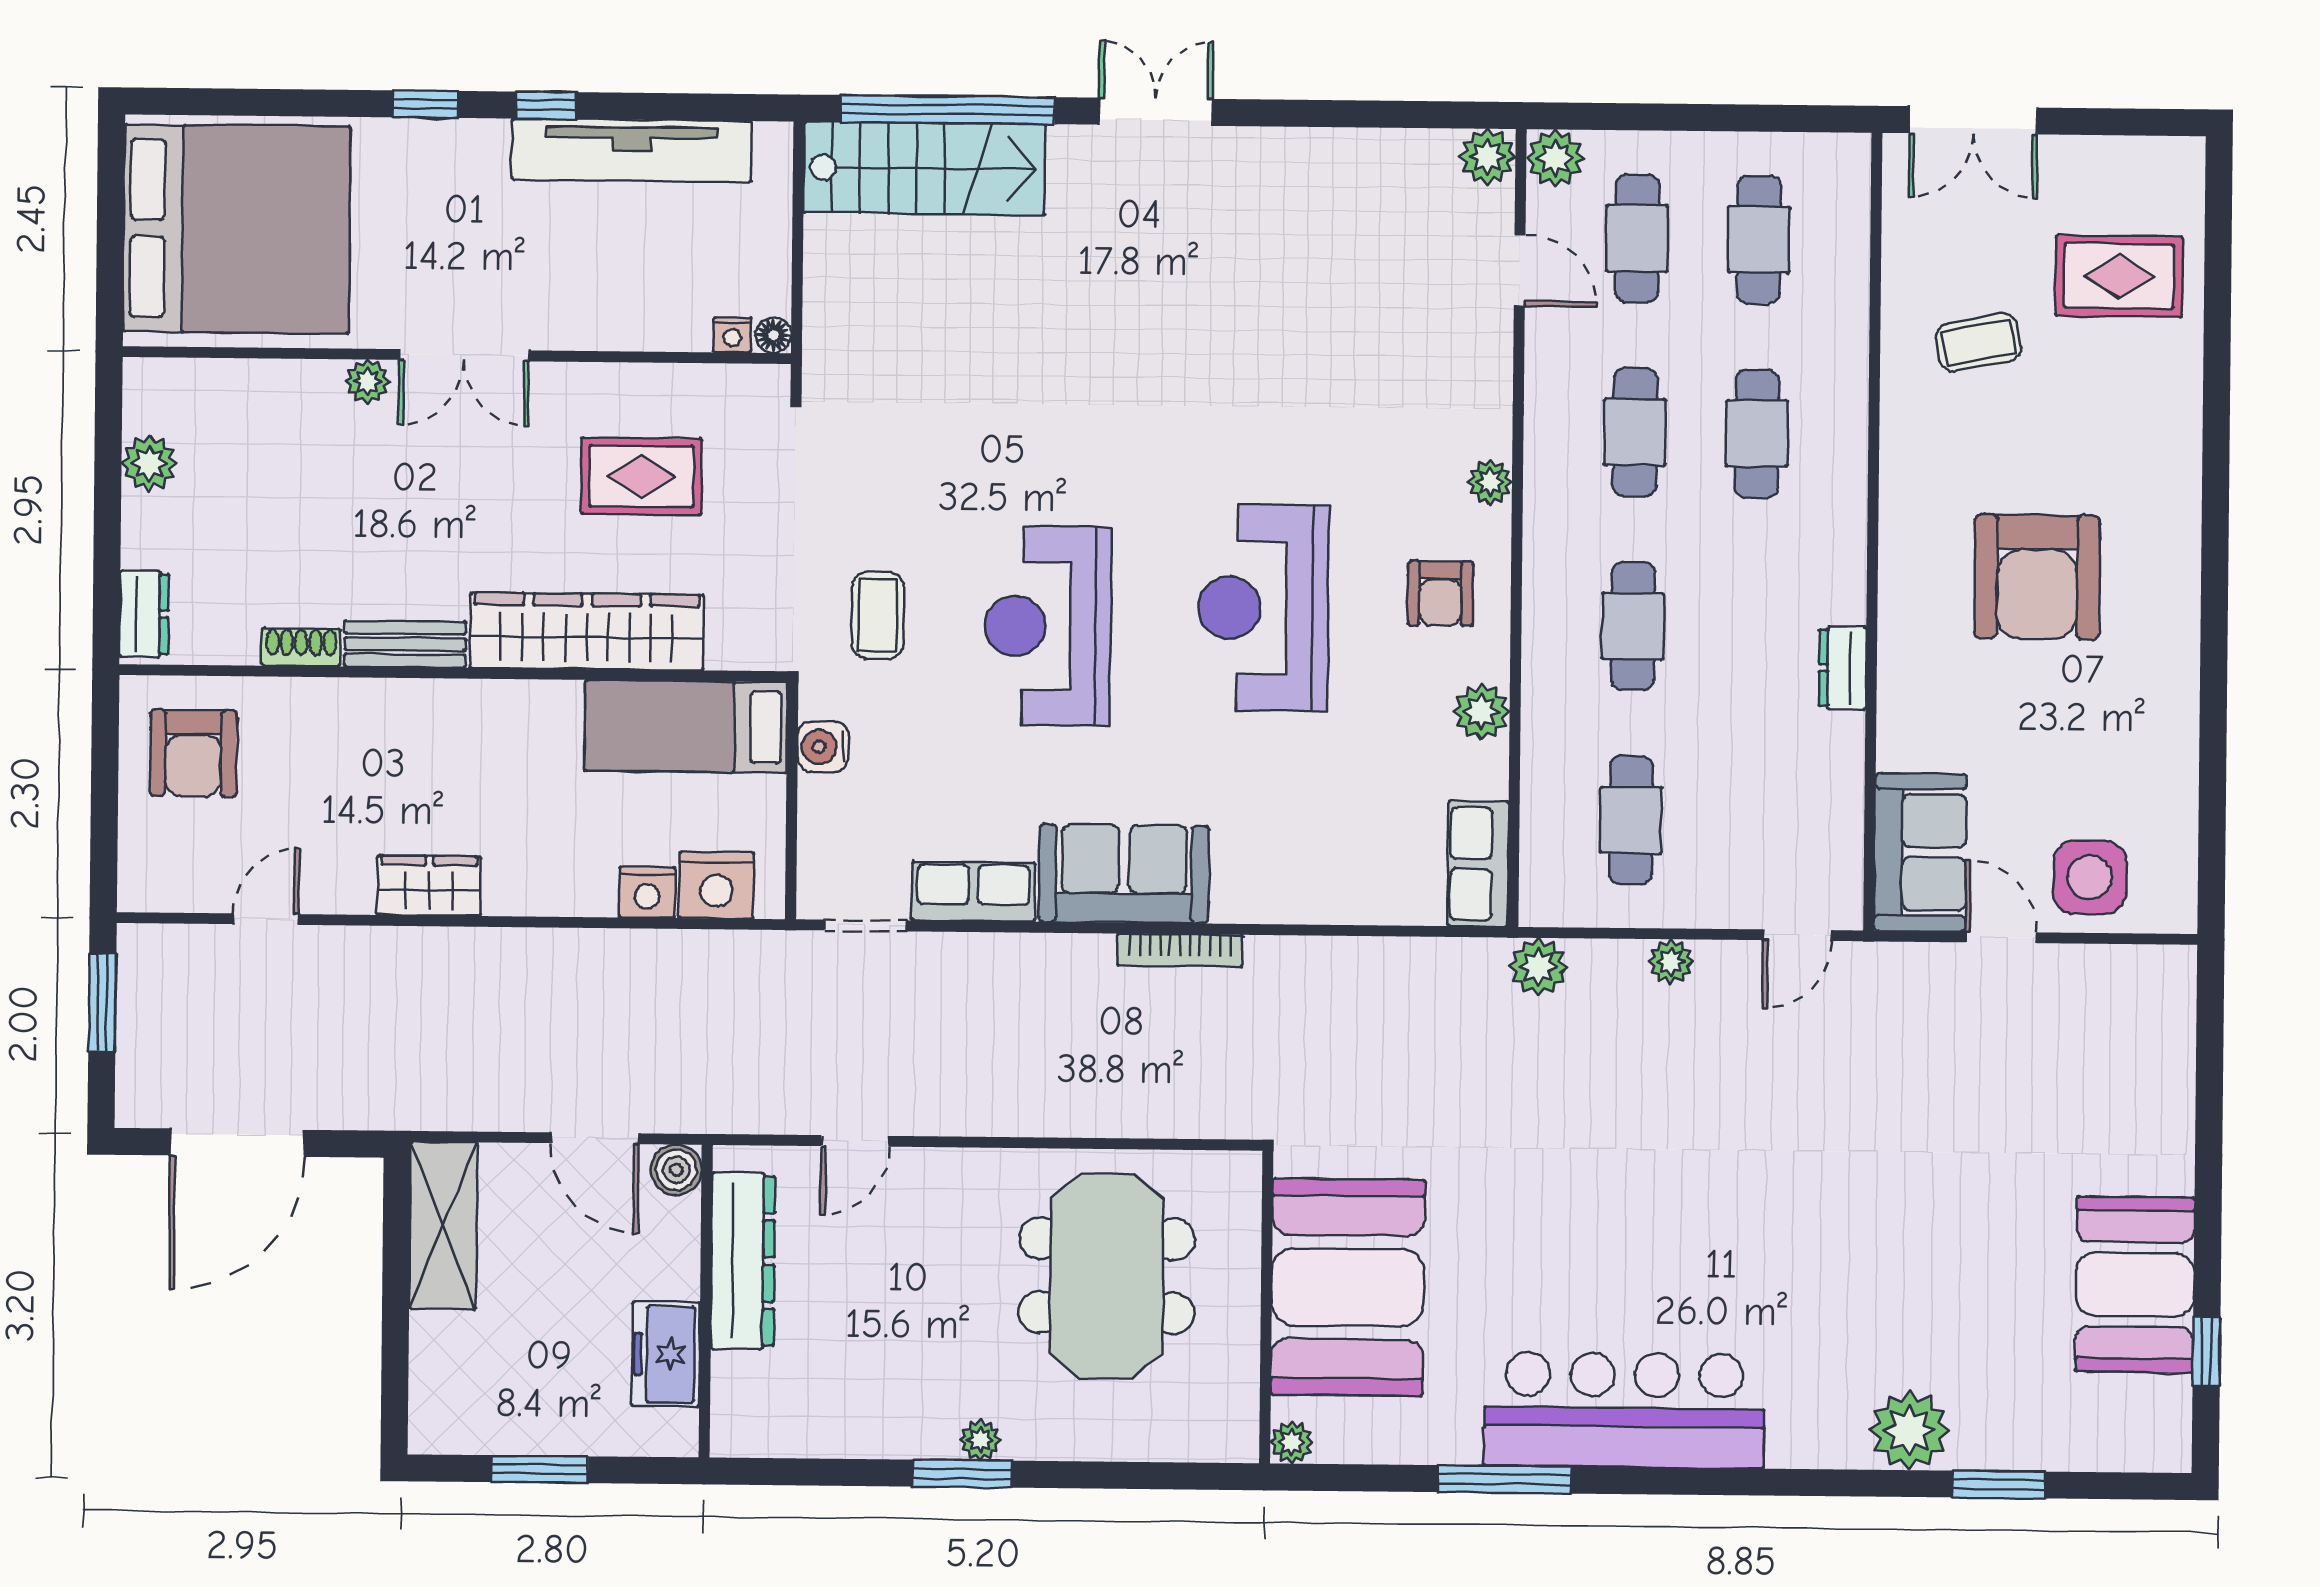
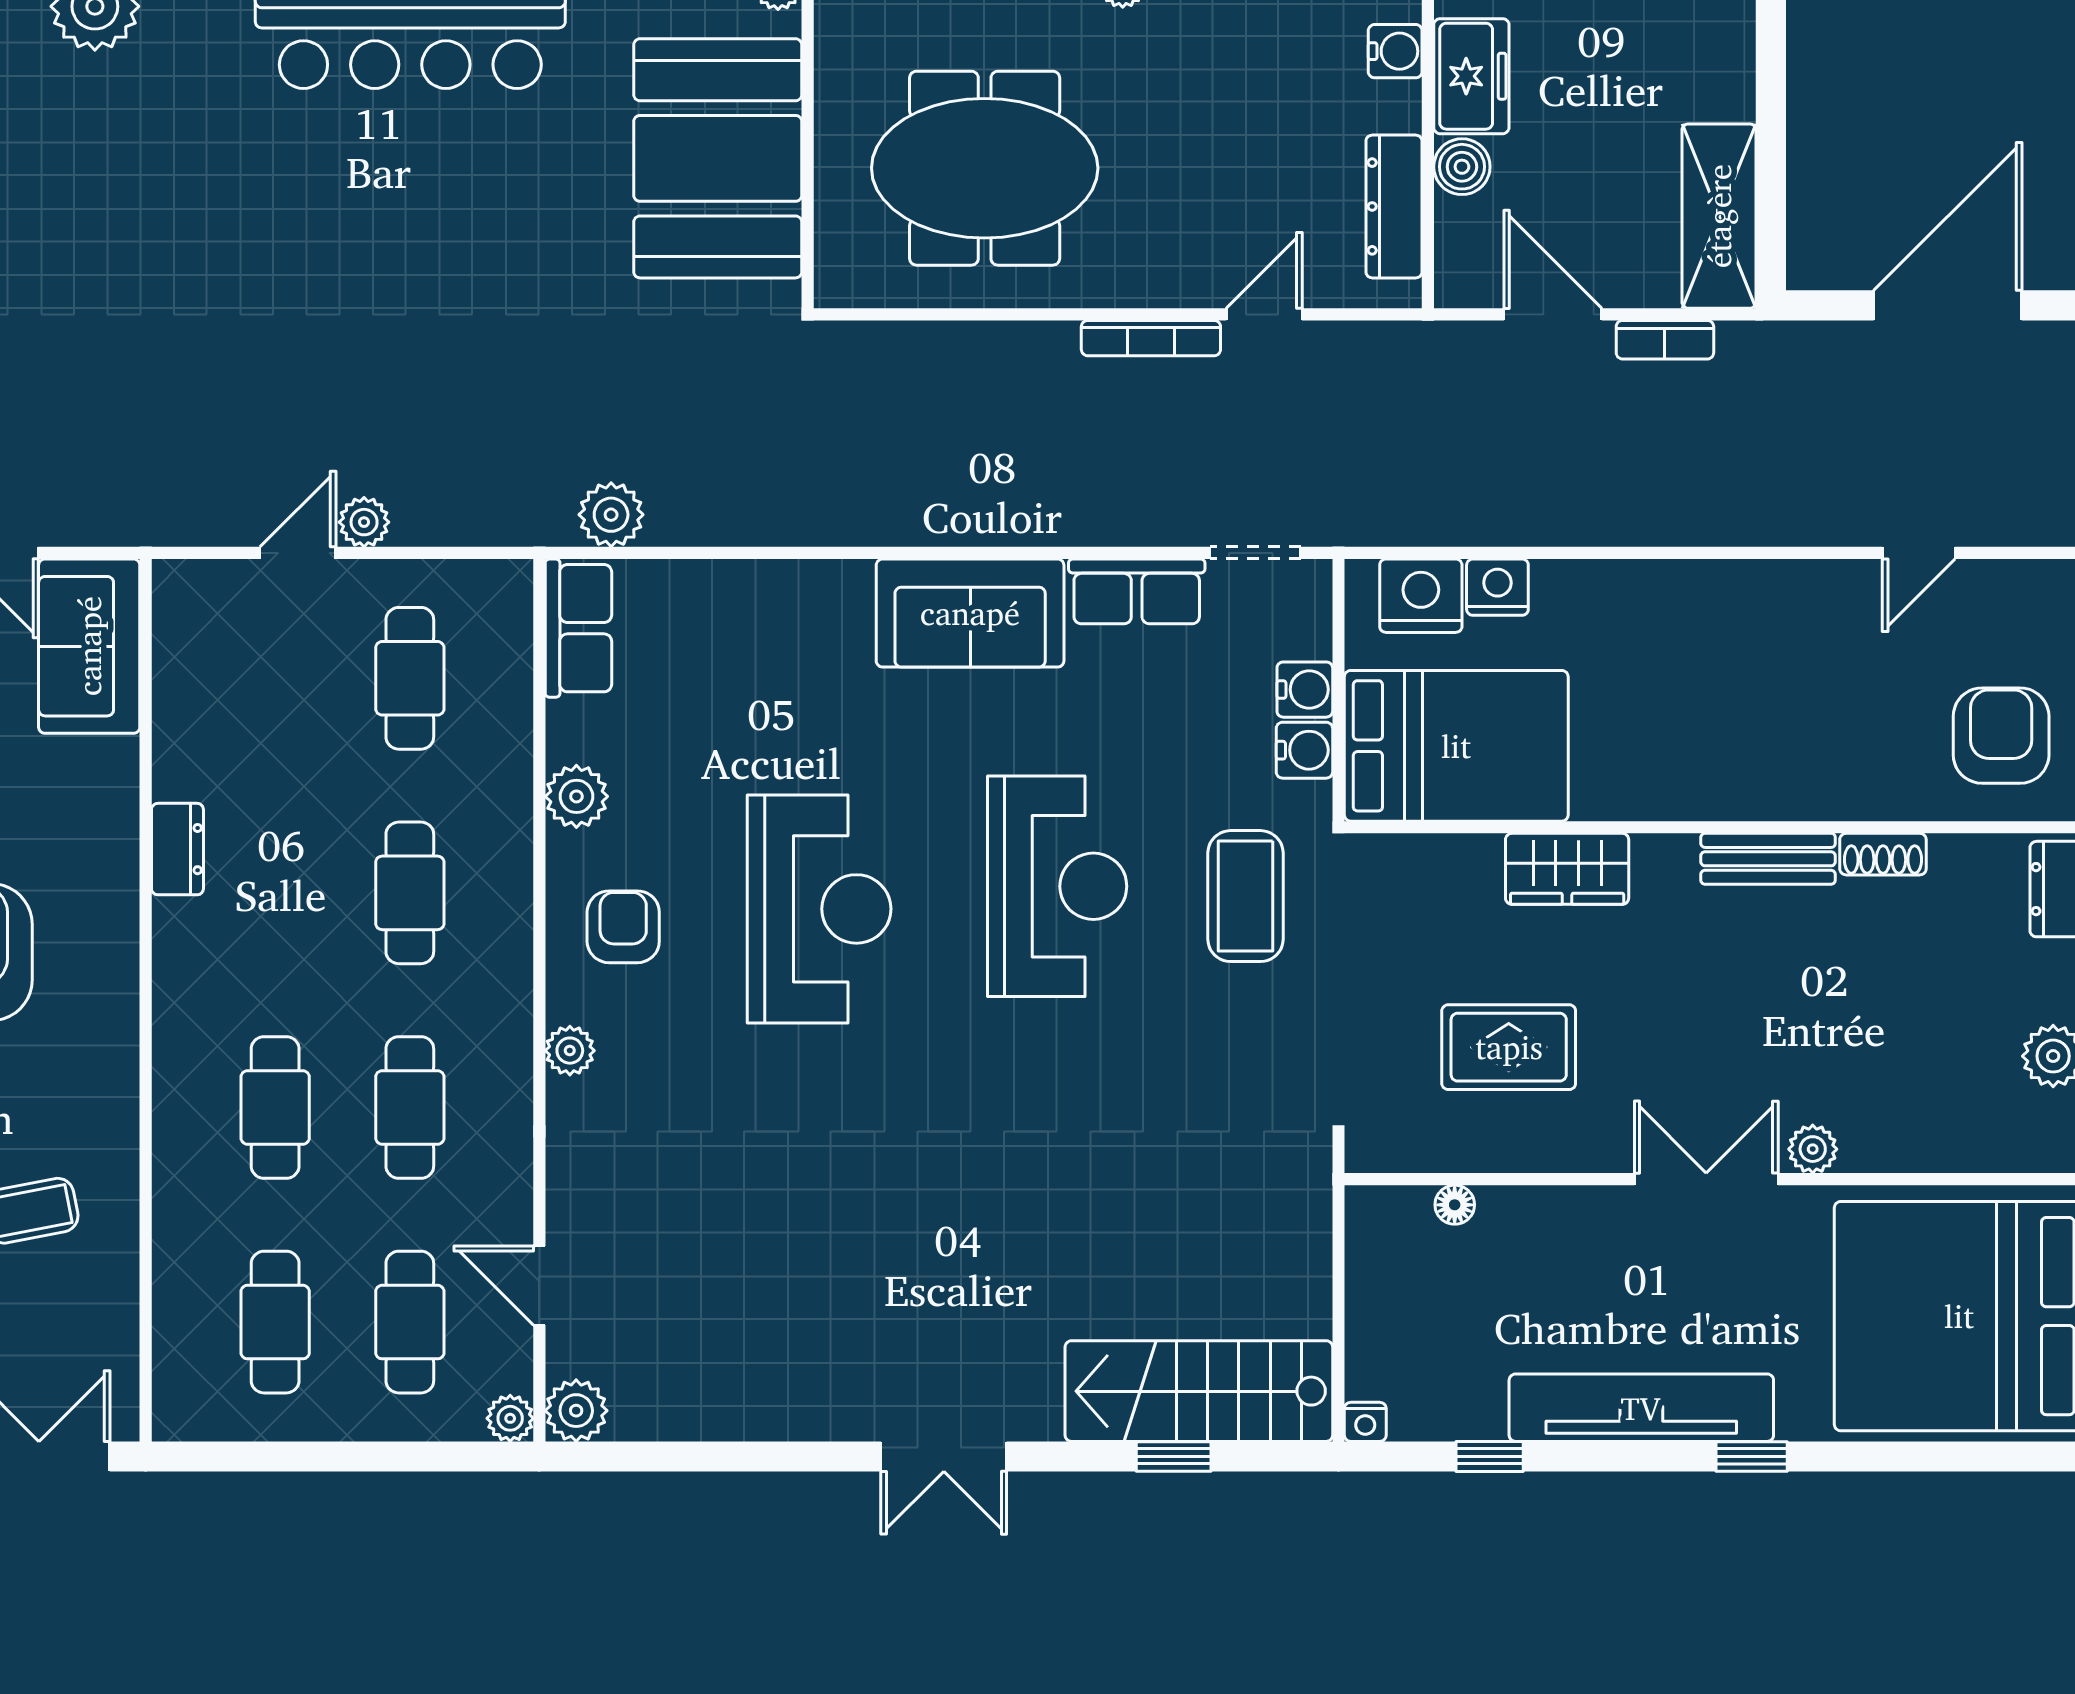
window: (546, 105) -> (1490, 1456), moved
window: (948, 110) -> (1174, 1456), width x0.32
tv unit: (632, 150) -> (1641, 1408), moved
plant: (1555, 158) -> (510, 1418), width x0.73, depth x0.73
nightstand: (732, 335) -> (1365, 1422), moved, turned 180
floor lamp: (773, 335) -> (1455, 1205), moved
coffee table: (878, 615) -> (1245, 896), width x1.36, depth x1.30
wardrobe: (587, 631) -> (1567, 869), width x0.48, depth x0.85
bed: (686, 726) -> (1456, 746), width x1.50
water cooler: (822, 801) -> (1305, 690), added
wardrobe: (429, 886) -> (1739, 592), removed
door: (1797, 935) -> (298, 553), moved
bookcase: (1180, 950) -> (1151, 338), moved, turned 180
plant: (1538, 967) -> (611, 515), moved
bookcase: (493, 1114) -> (1665, 340), added
boiler: (676, 1170) -> (1462, 167), moved
dresser: (743, 1261) -> (1394, 206), width x0.73, depth x0.80
meeting table: (1107, 1276) -> (985, 168), turned 90
water cooler: (734, 1378) -> (1395, 51), added

